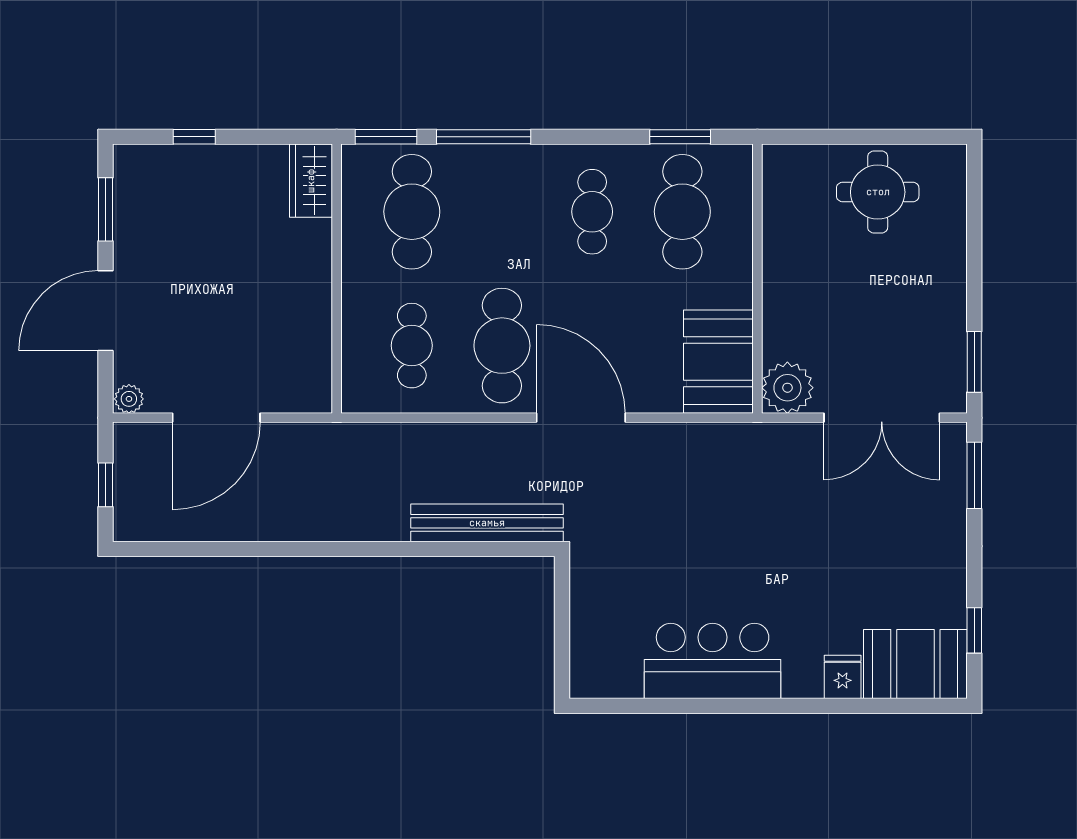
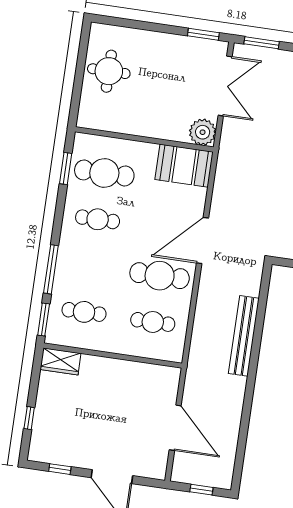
window: (106, 209) -> (60, 469), width x0.67
cafe table: (412, 212) -> (84, 312), width x0.73, depth x0.74
plant: (129, 399) -> (159, 471), removed
bench: (487, 523) -> (244, 336), moved

